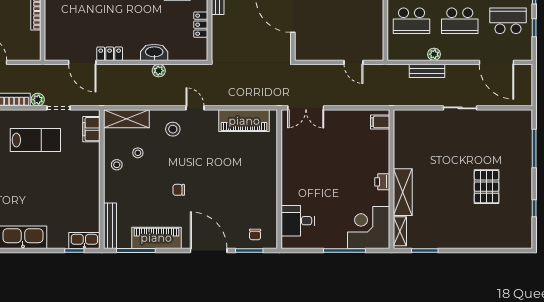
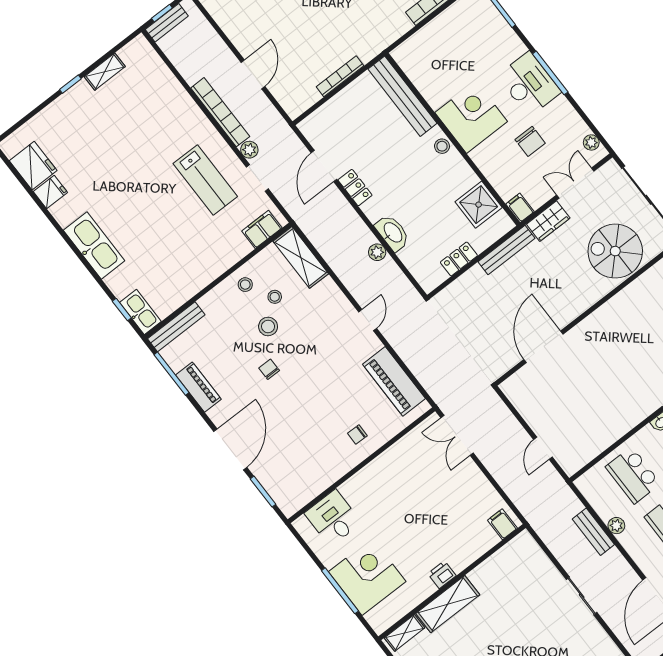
stool: (173, 129) -> (268, 326), moved
corner desk: (369, 228) -> (367, 577), moved
chair: (255, 234) -> (357, 435), moved
piano: (156, 238) -> (198, 387), width x0.73, depth x0.75

